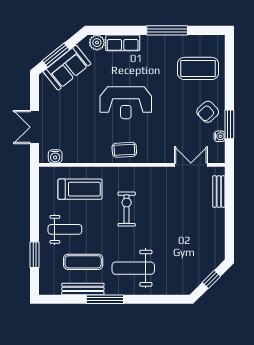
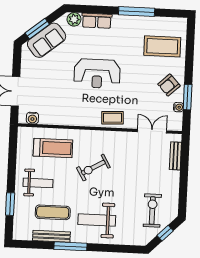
coffee table: (124, 150) -> (113, 118), moved
exercise bike: (127, 209) -> (93, 168), turned -120
exercise bike: (196, 254) -> (152, 211), added

